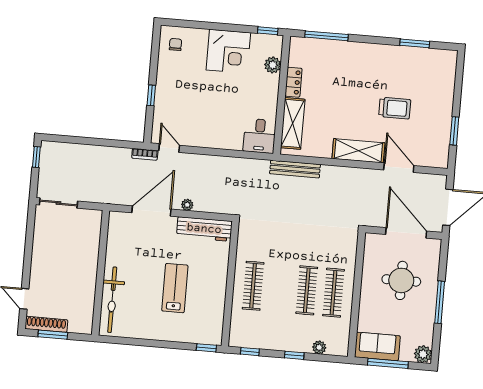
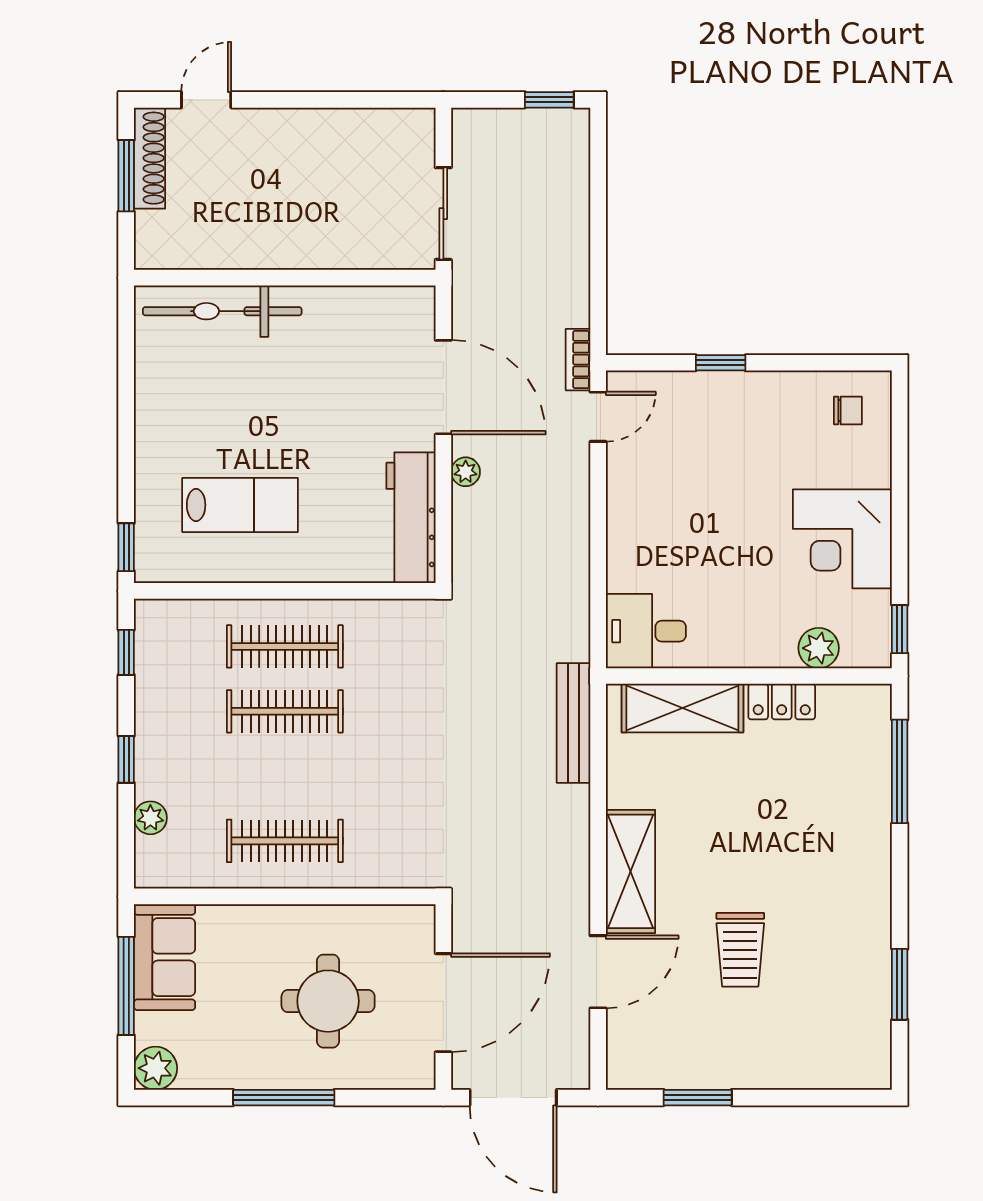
sliding door: (58, 203) -> (443, 214), moved
lab bench: (175, 288) -> (240, 505), moved
clothes rail: (307, 290) -> (285, 711), moved

